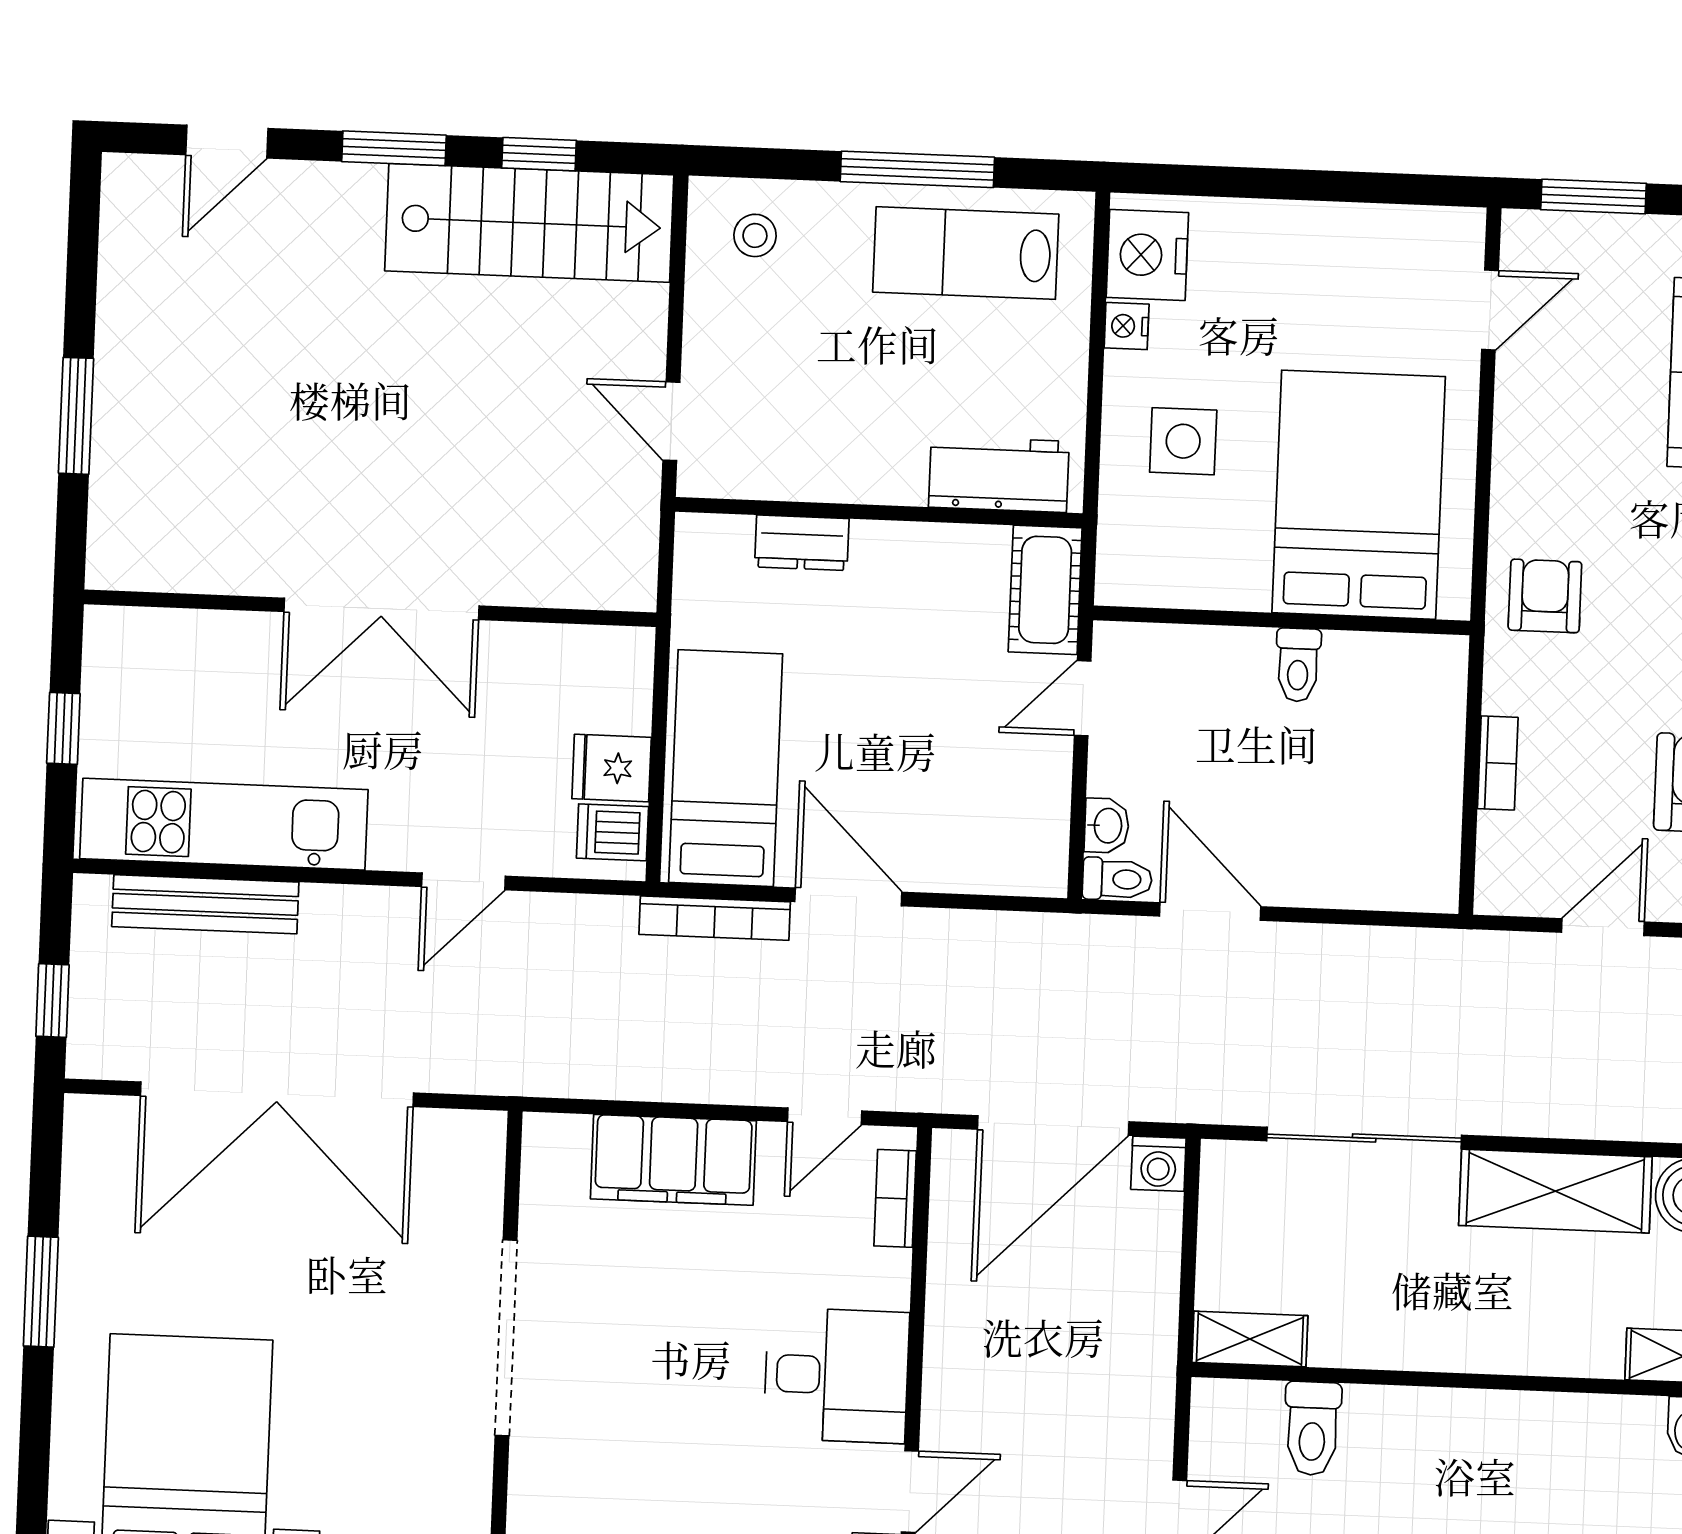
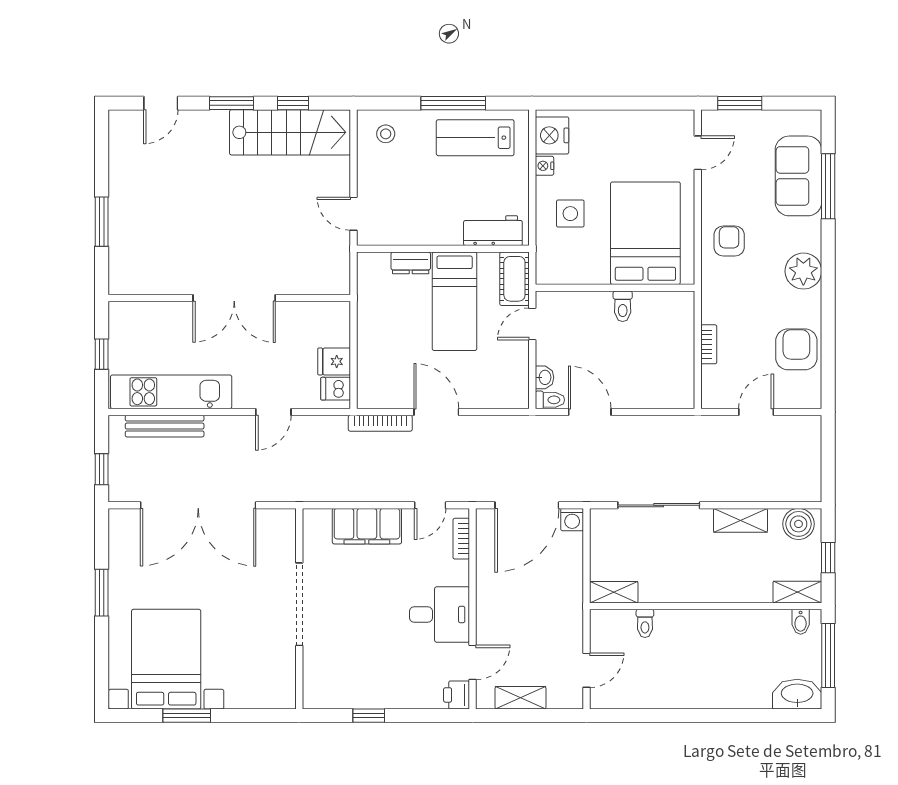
armchair: (1545, 596) -> (729, 241), moved
bed: (726, 768) -> (455, 301), moved, turned 180
shelving: (1555, 1191) -> (740, 520), width x0.67, depth x0.75
toilet: (1312, 1428) -> (645, 623), width x0.73, depth x0.72

